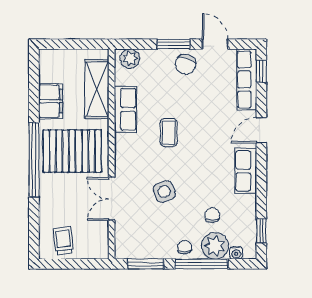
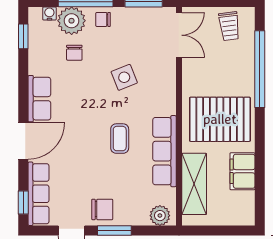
chair: (185, 64) -> (102, 209), turned 73
row of seats: (126, 109) -> (164, 151), width x1.48
door: (261, 130) -> (23, 141), width x1.38
window: (34, 160) -> (260, 69), moved
double door: (112, 199) -> (179, 35), moved
chair: (185, 247) -> (103, 19), turned 90

